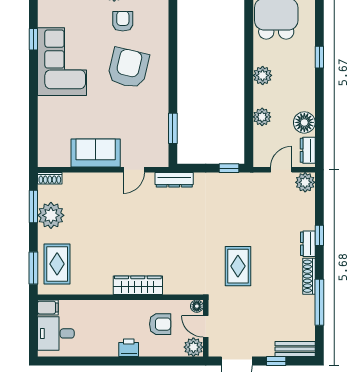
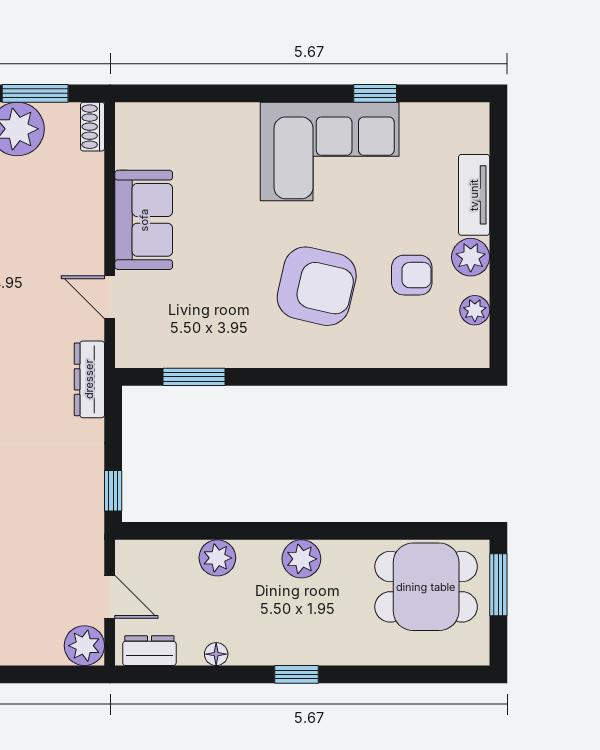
window: (319, 57) -> (297, 674), moved
floor lamp: (304, 122) -> (216, 654), width x0.53, depth x0.53

